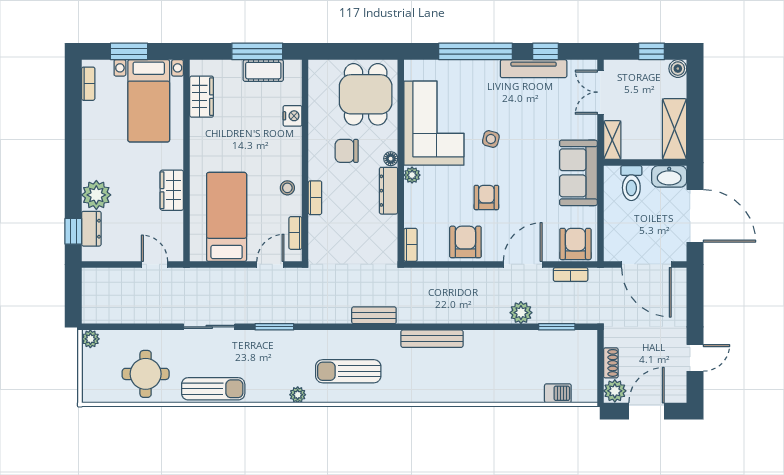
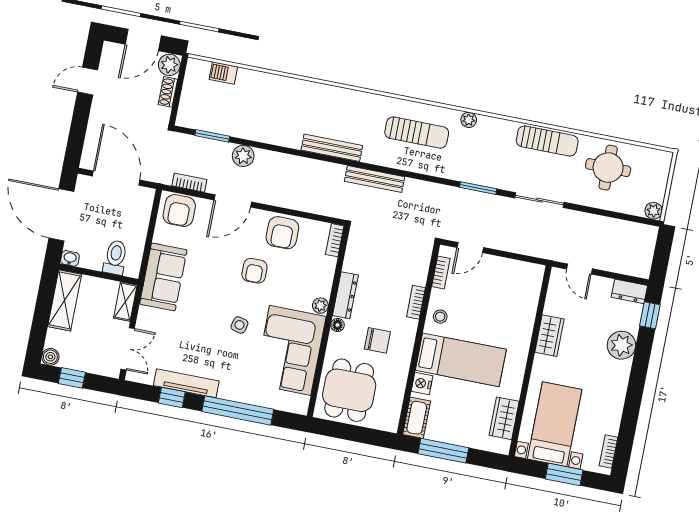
cot: (263, 71) -> (417, 418), moved, turned 90
washbasin: (669, 176) -> (70, 258), width x0.52, depth x0.69
bed: (227, 217) -> (461, 360), moved, turned -90
dresser: (91, 229) -> (629, 291), moved, turned -90
bench: (374, 315) -> (375, 179), width x1.36
sun lounger: (213, 389) -> (547, 141), turned 180

